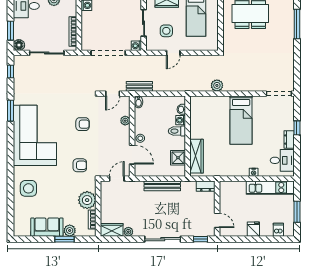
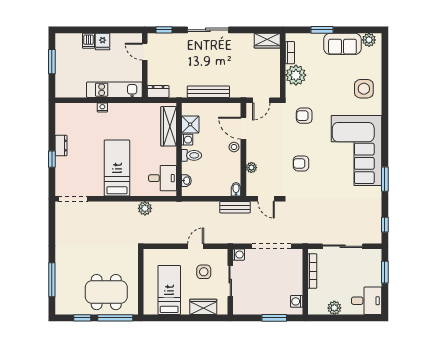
floor lamp: (19, 45) -> (375, 255), removed
door: (113, 94) -> (266, 199), swing flipped
washing machine: (181, 120) -> (187, 140), moved
desk: (282, 160) -> (162, 178), moved, turned 180
kitchen unit: (270, 188) -> (114, 90), moved
dishwasher: (278, 230) -> (88, 41), moved
plant: (70, 231) -> (369, 40), moved
plant: (128, 232) -> (248, 38), removed

